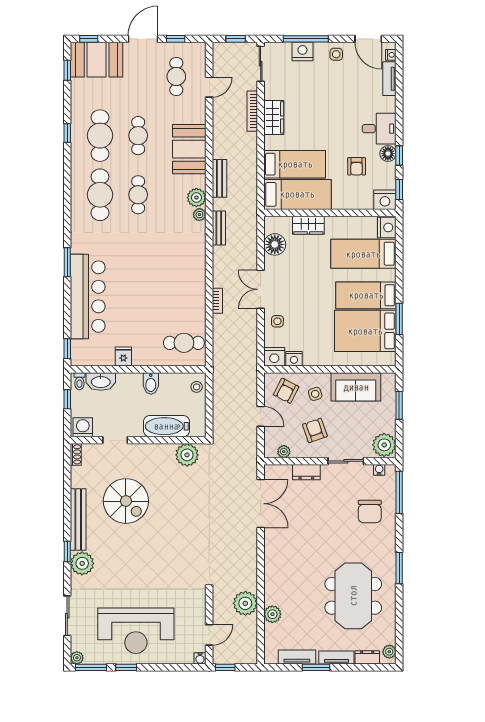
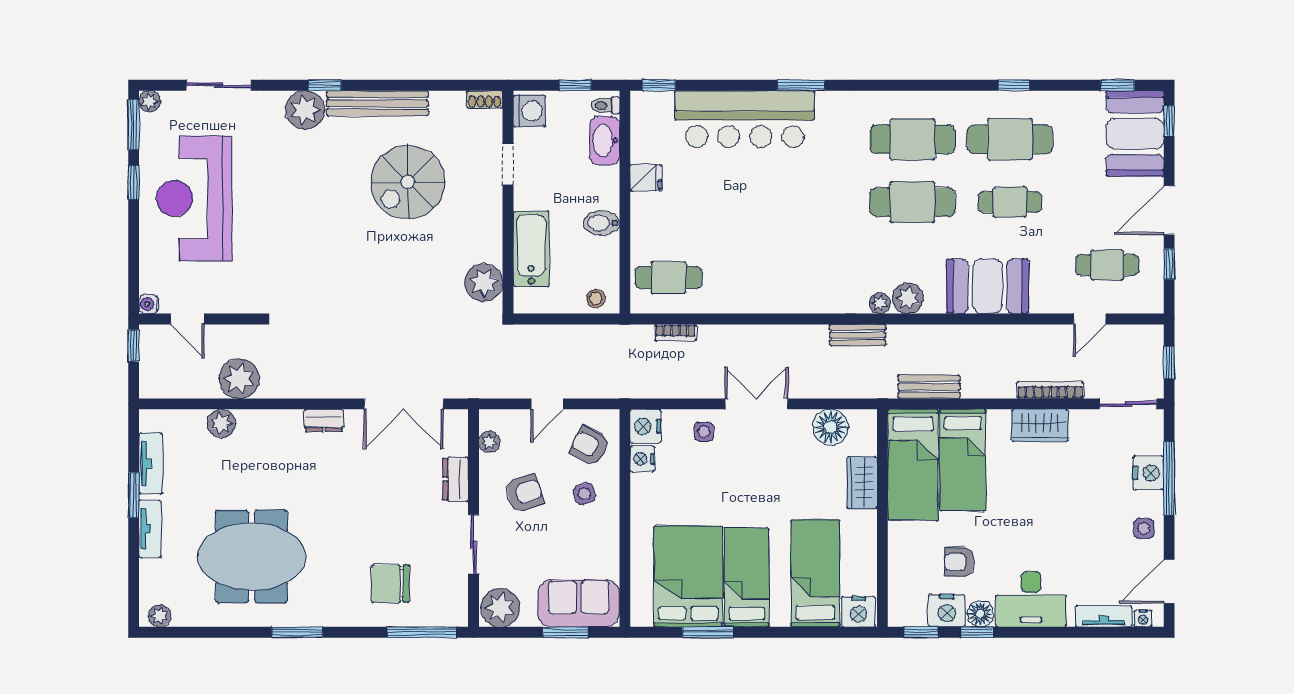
door: (143, 39) -> (1169, 210), swing flipped
door: (209, 87) -> (1090, 319), hinge flipped
desk: (379, 129) -> (1031, 599), width x1.37
bench: (219, 178) -> (929, 387), moved
cafe table: (138, 195) -> (912, 202), width x1.37, depth x1.35
nightstand: (385, 200) -> (947, 611), moved, turned -90
bookcase: (217, 301) -> (675, 333), moved
cafe table: (184, 343) -> (668, 278), turned 90
sofa: (356, 387) -> (579, 603), moved, turned 90
water cooler: (379, 470) -> (459, 599), removed
dresser: (367, 657) -> (324, 420), moved, turned 90

